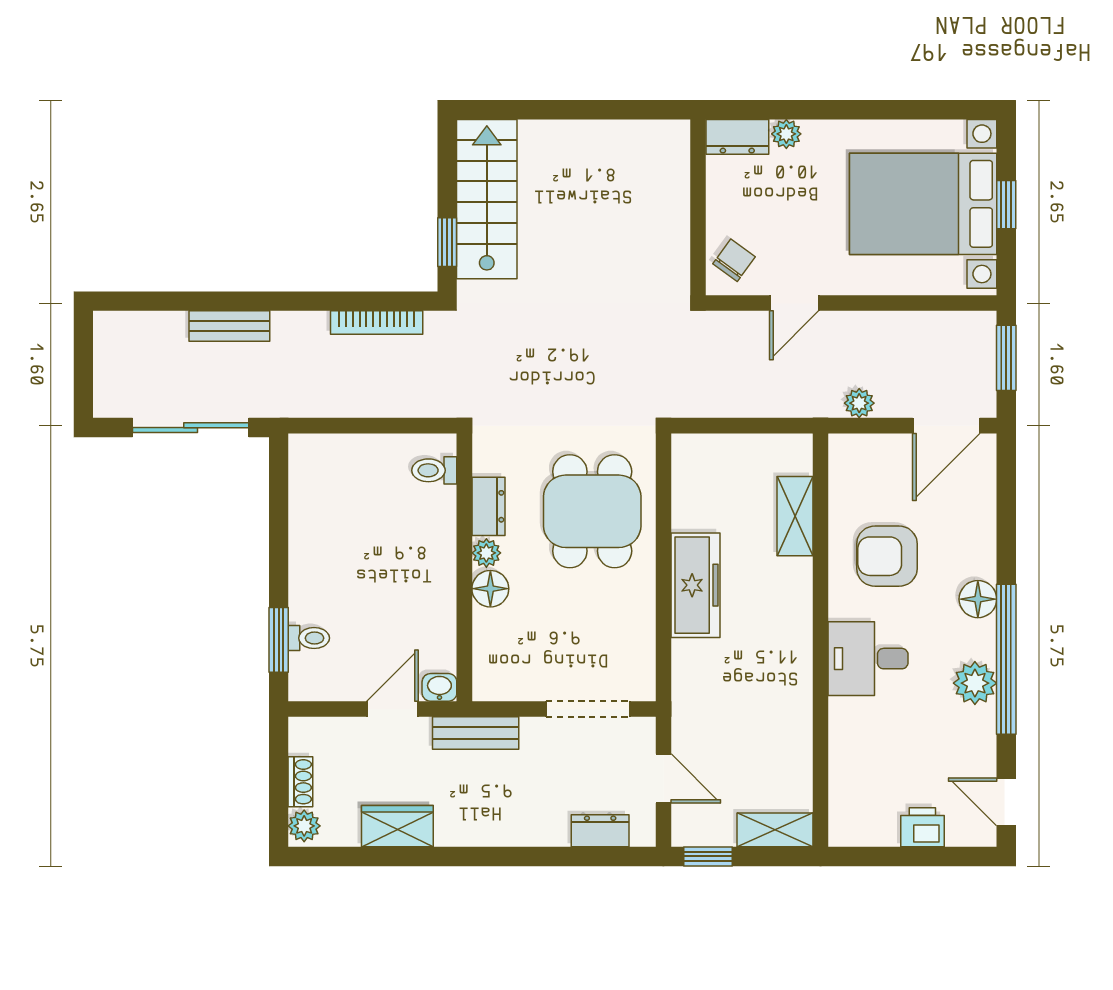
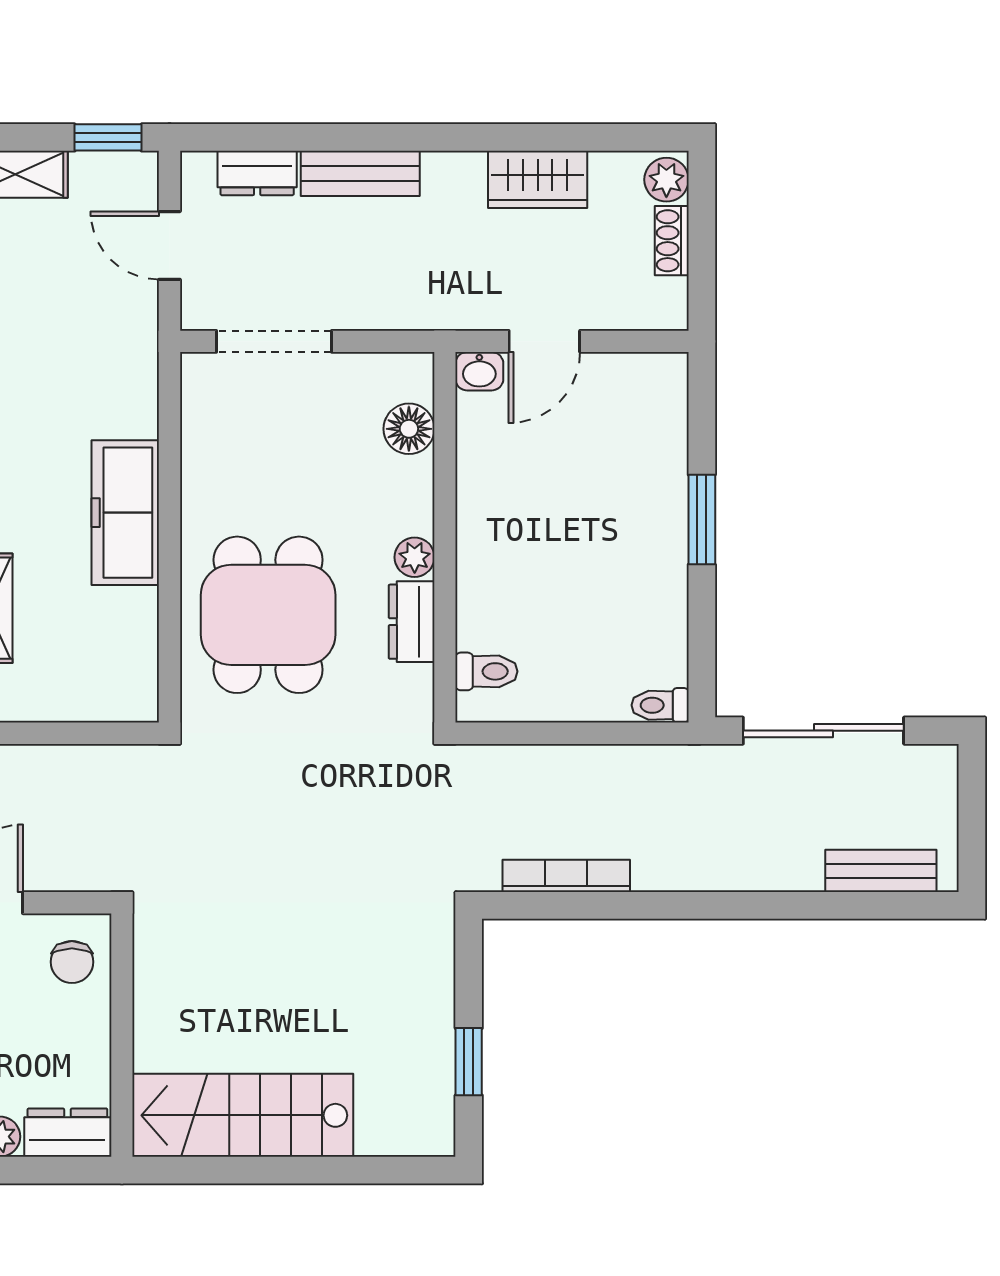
stairs: (487, 199) -> (243, 1115), moved, turned 90
window: (447, 242) -> (469, 1062), moved
chair: (734, 260) -> (72, 962), turned -36
bench: (229, 326) -> (881, 871), moved
floor lamp: (490, 589) -> (409, 429), moved
toilet: (309, 638) -> (660, 705), moved
window: (279, 640) -> (702, 520), moved
bench: (476, 733) -> (360, 173), moved

